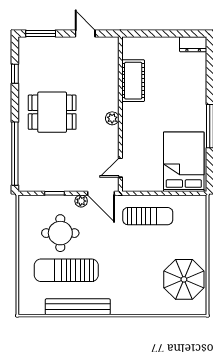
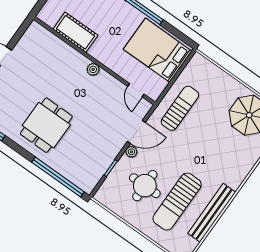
cot: (133, 81) -> (75, 32), moved
wall: (120, 114) -> (94, 61), moved
plant: (112, 118) -> (93, 69), moved
door: (120, 168) -> (136, 90), moved

